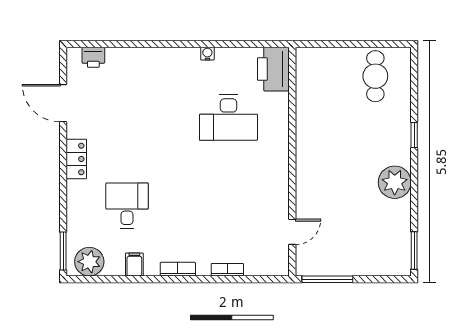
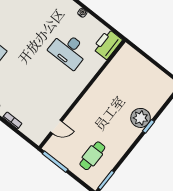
cafe table: (375, 76) -> (92, 156), moved
plant: (395, 182) -> (141, 118), moved

